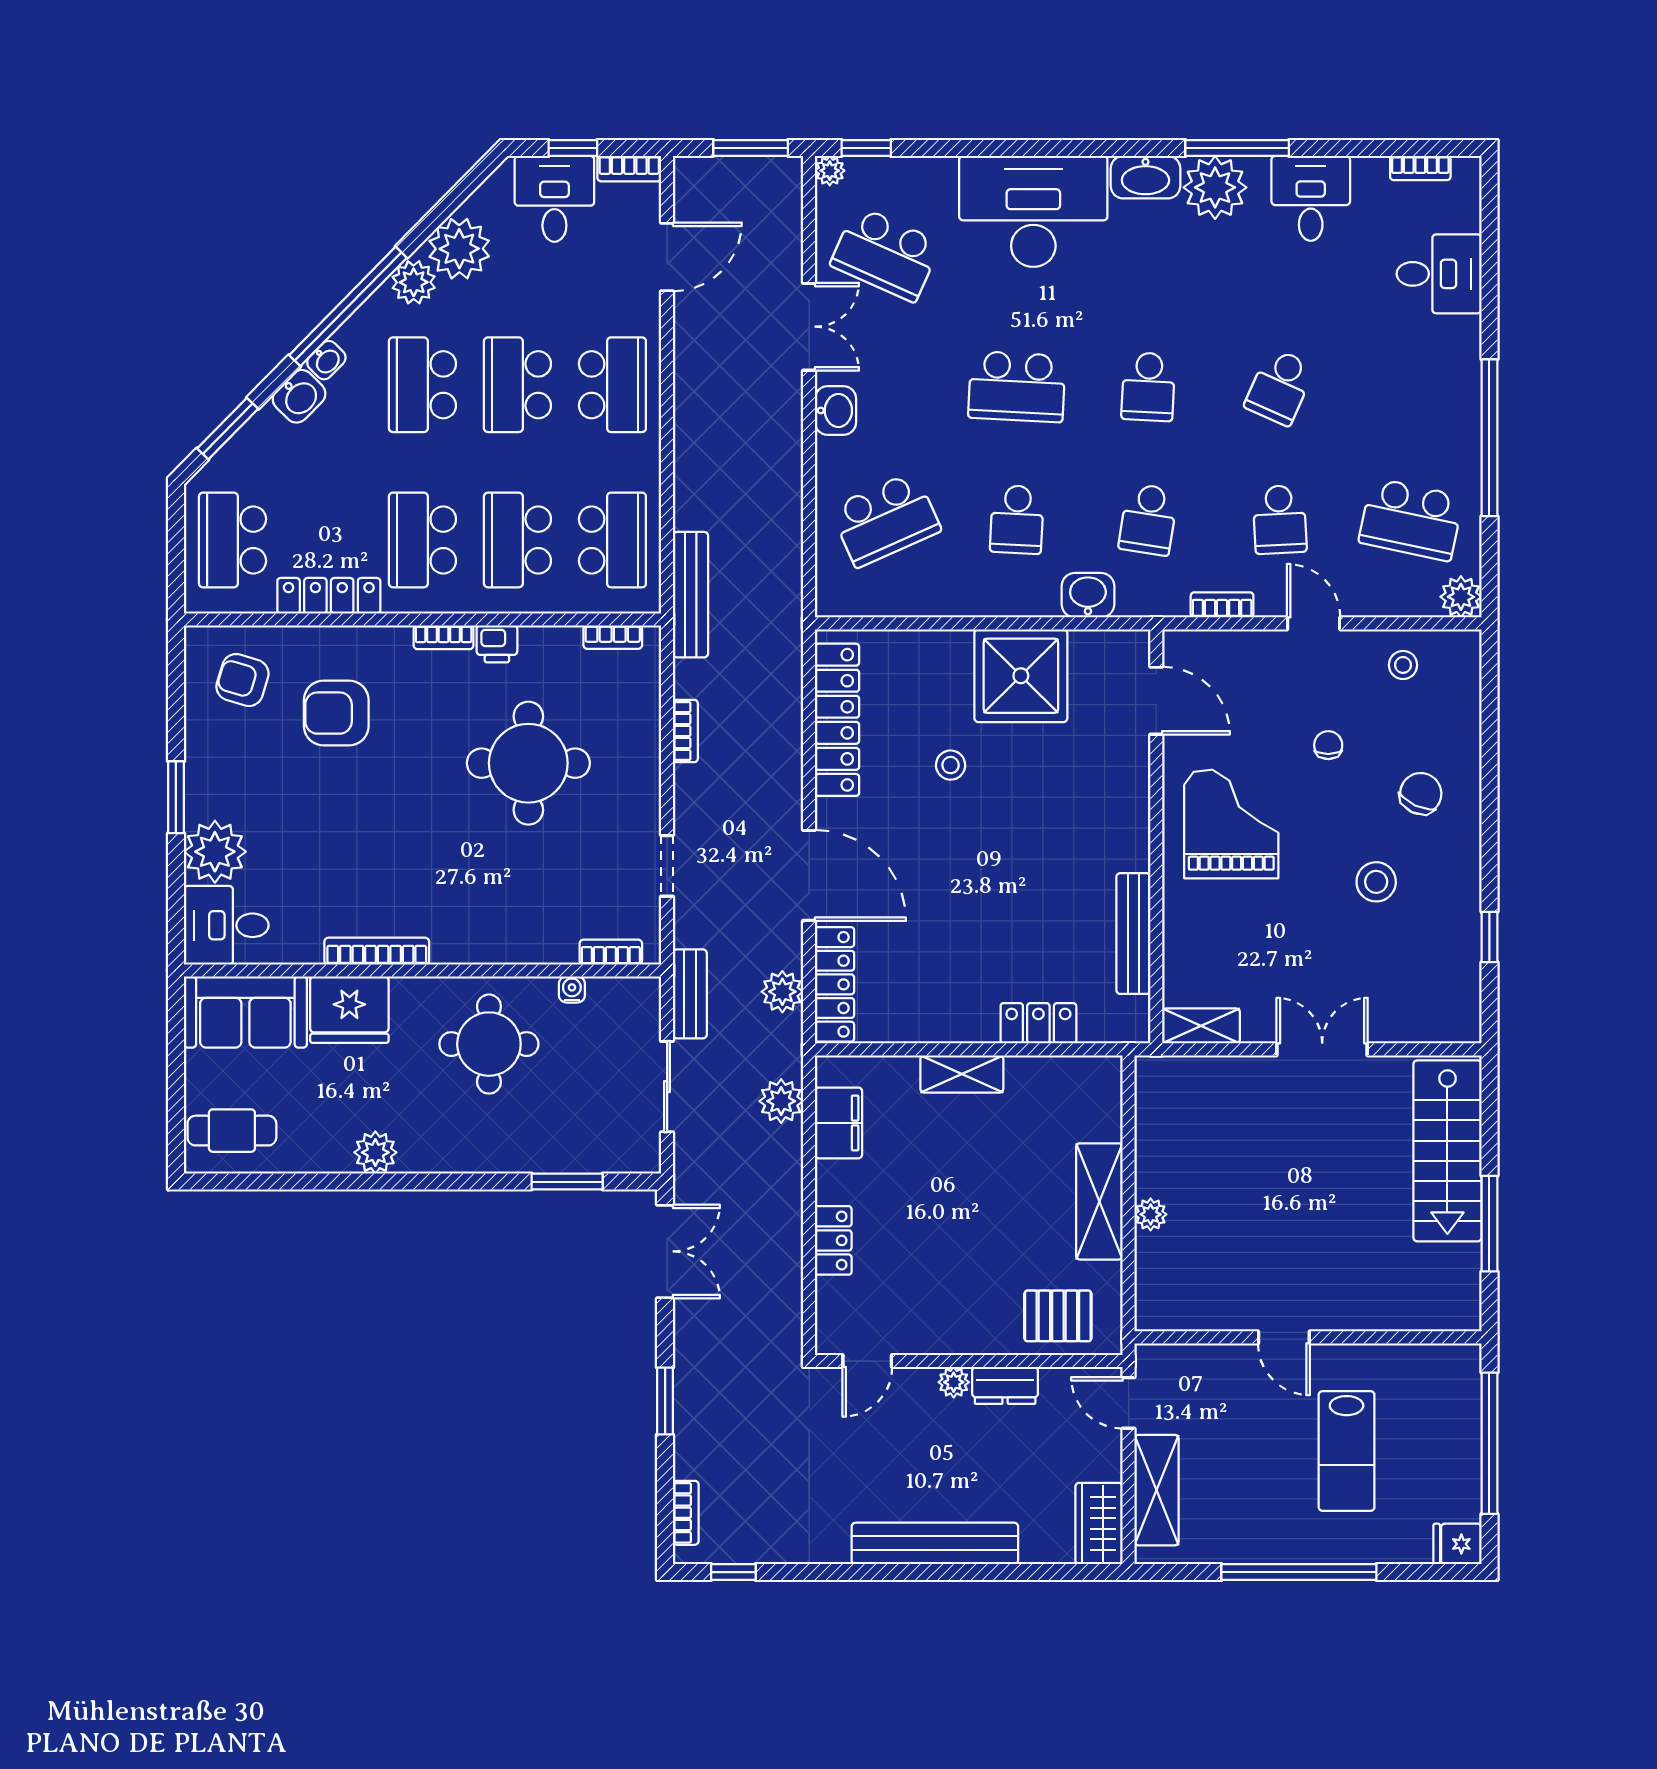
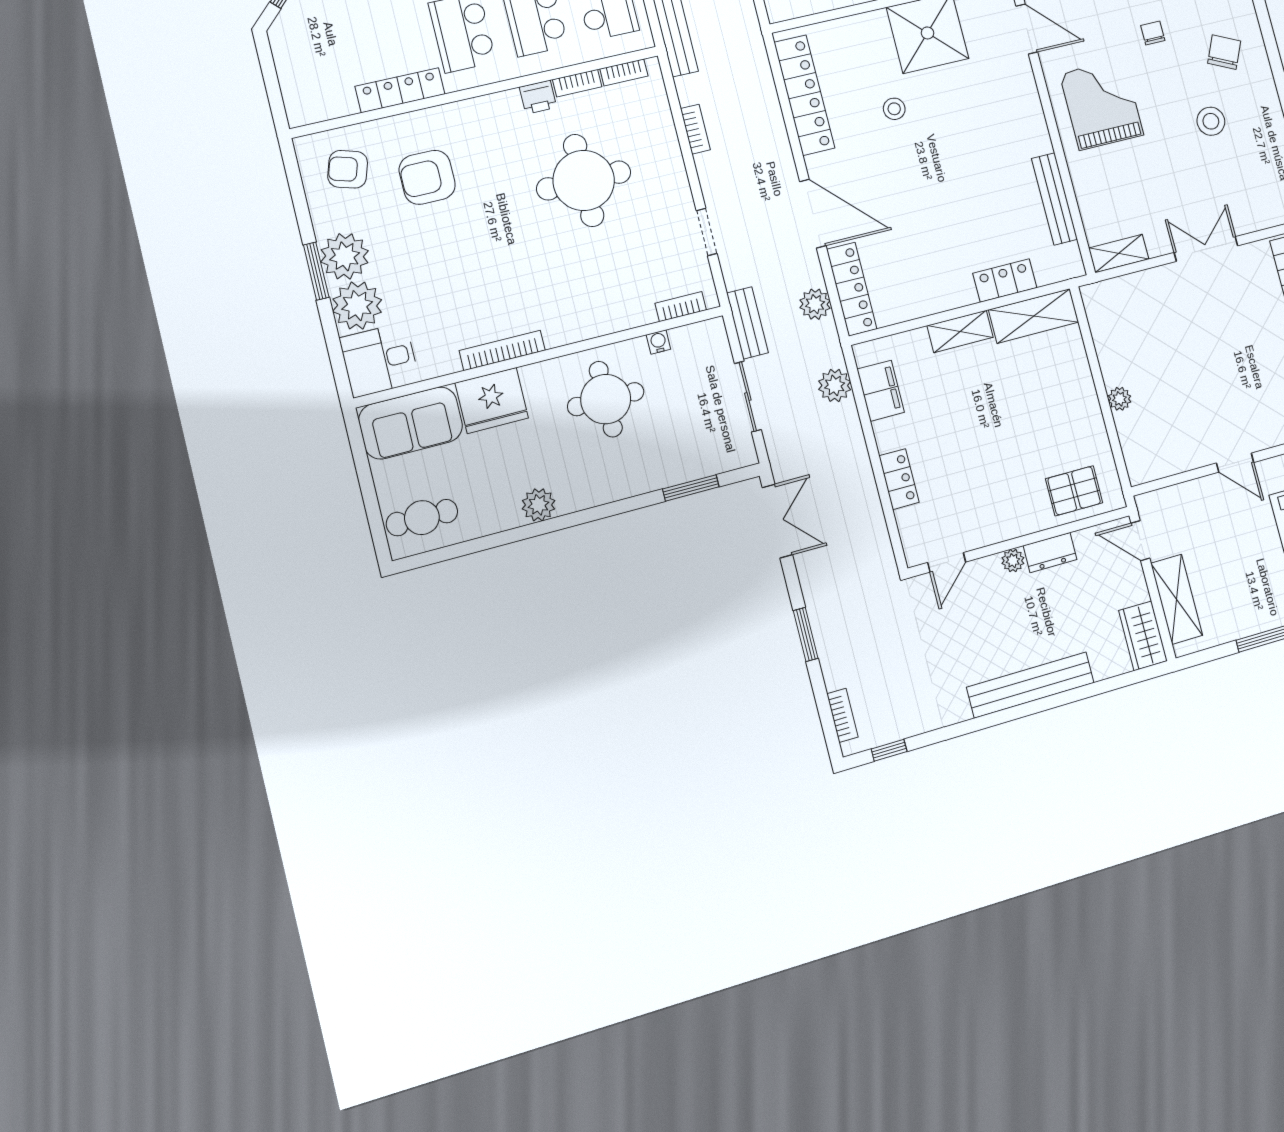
school desk: (233, 540) -> (314, 65), removed
bookcase: (444, 637) -> (577, 83), moved
plant: (214, 787) -> (345, 256), added
shelving: (1099, 1201) -> (1034, 316), moved, turned 90

